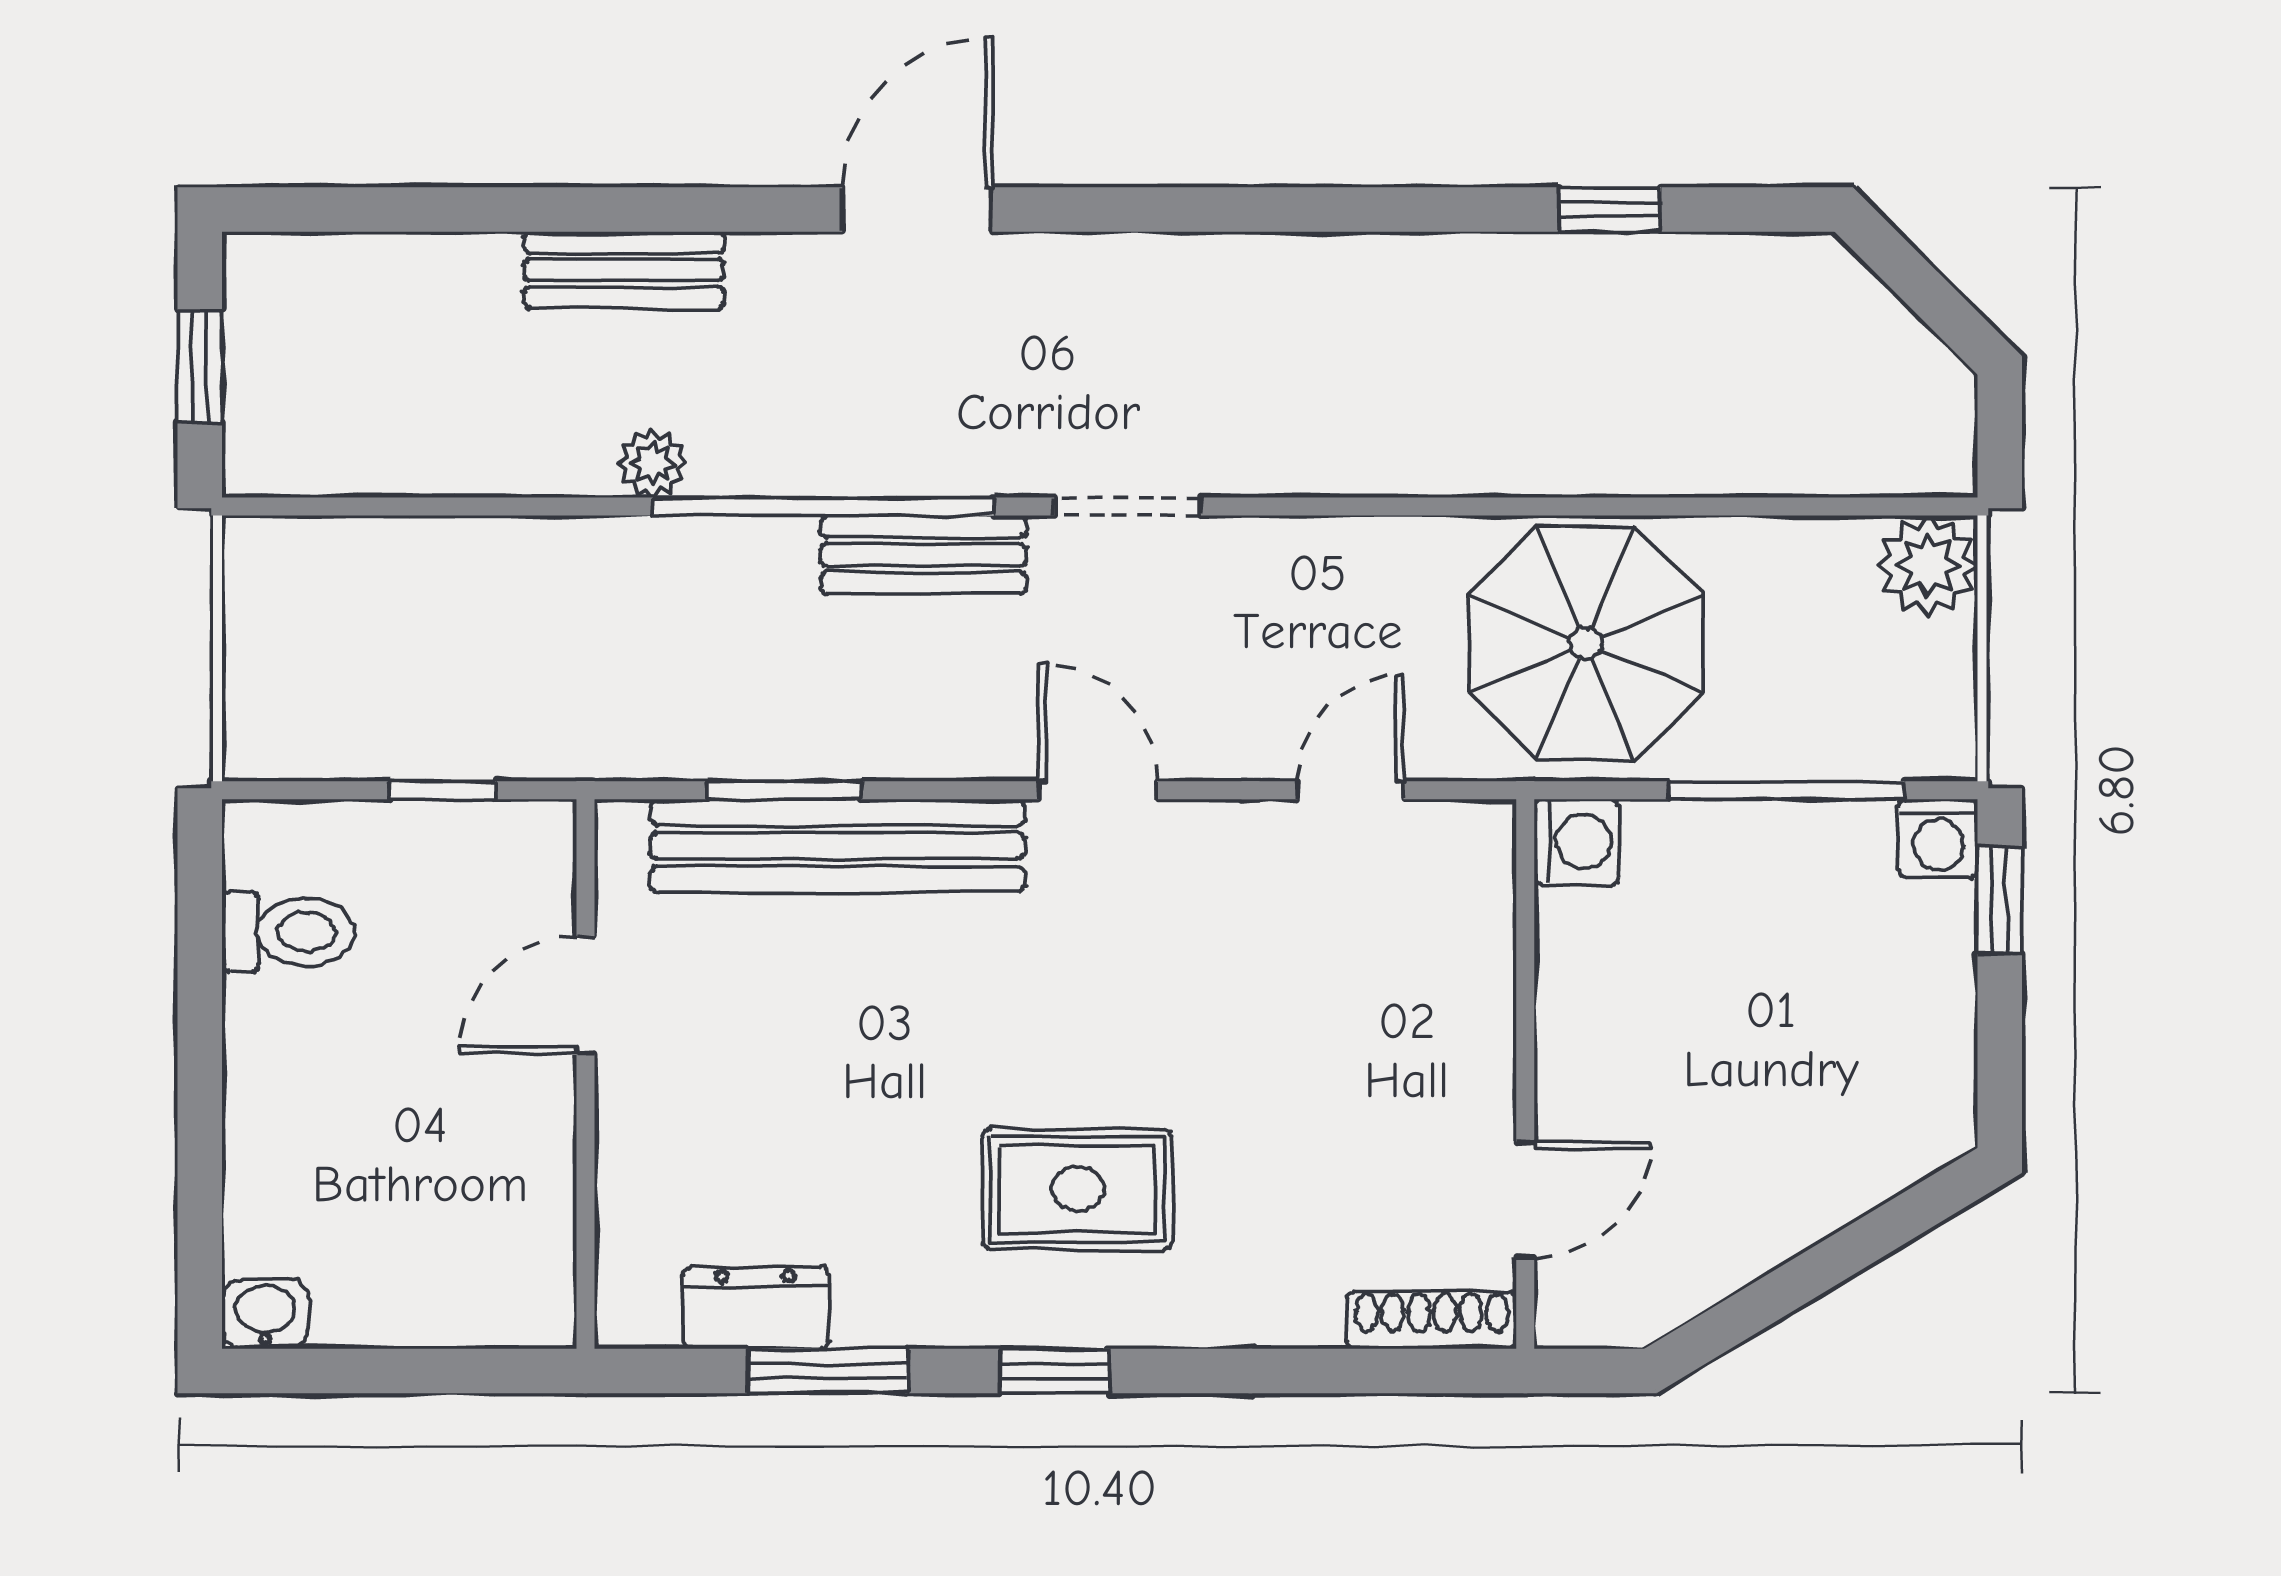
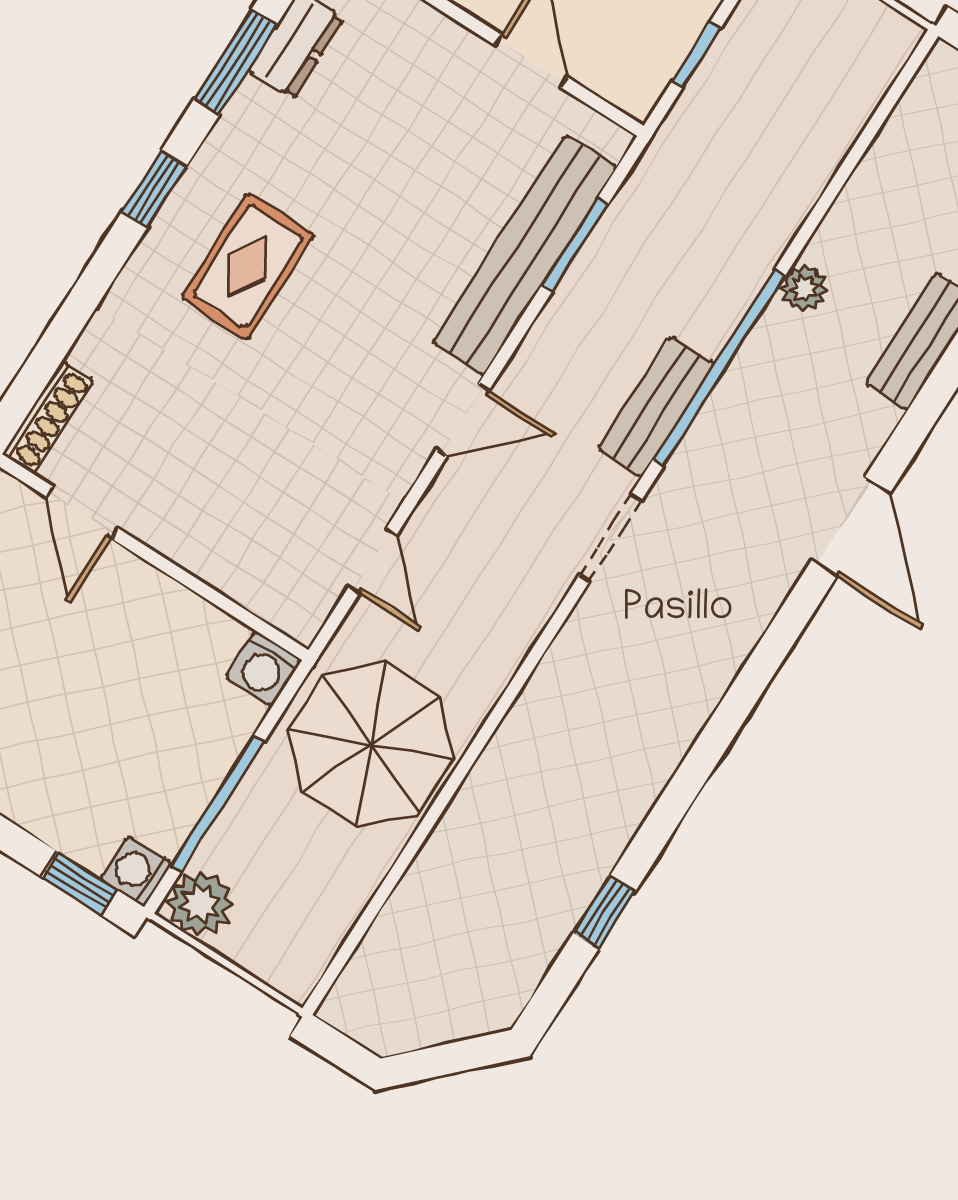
plant: (1927, 565) -> (200, 904), moved

